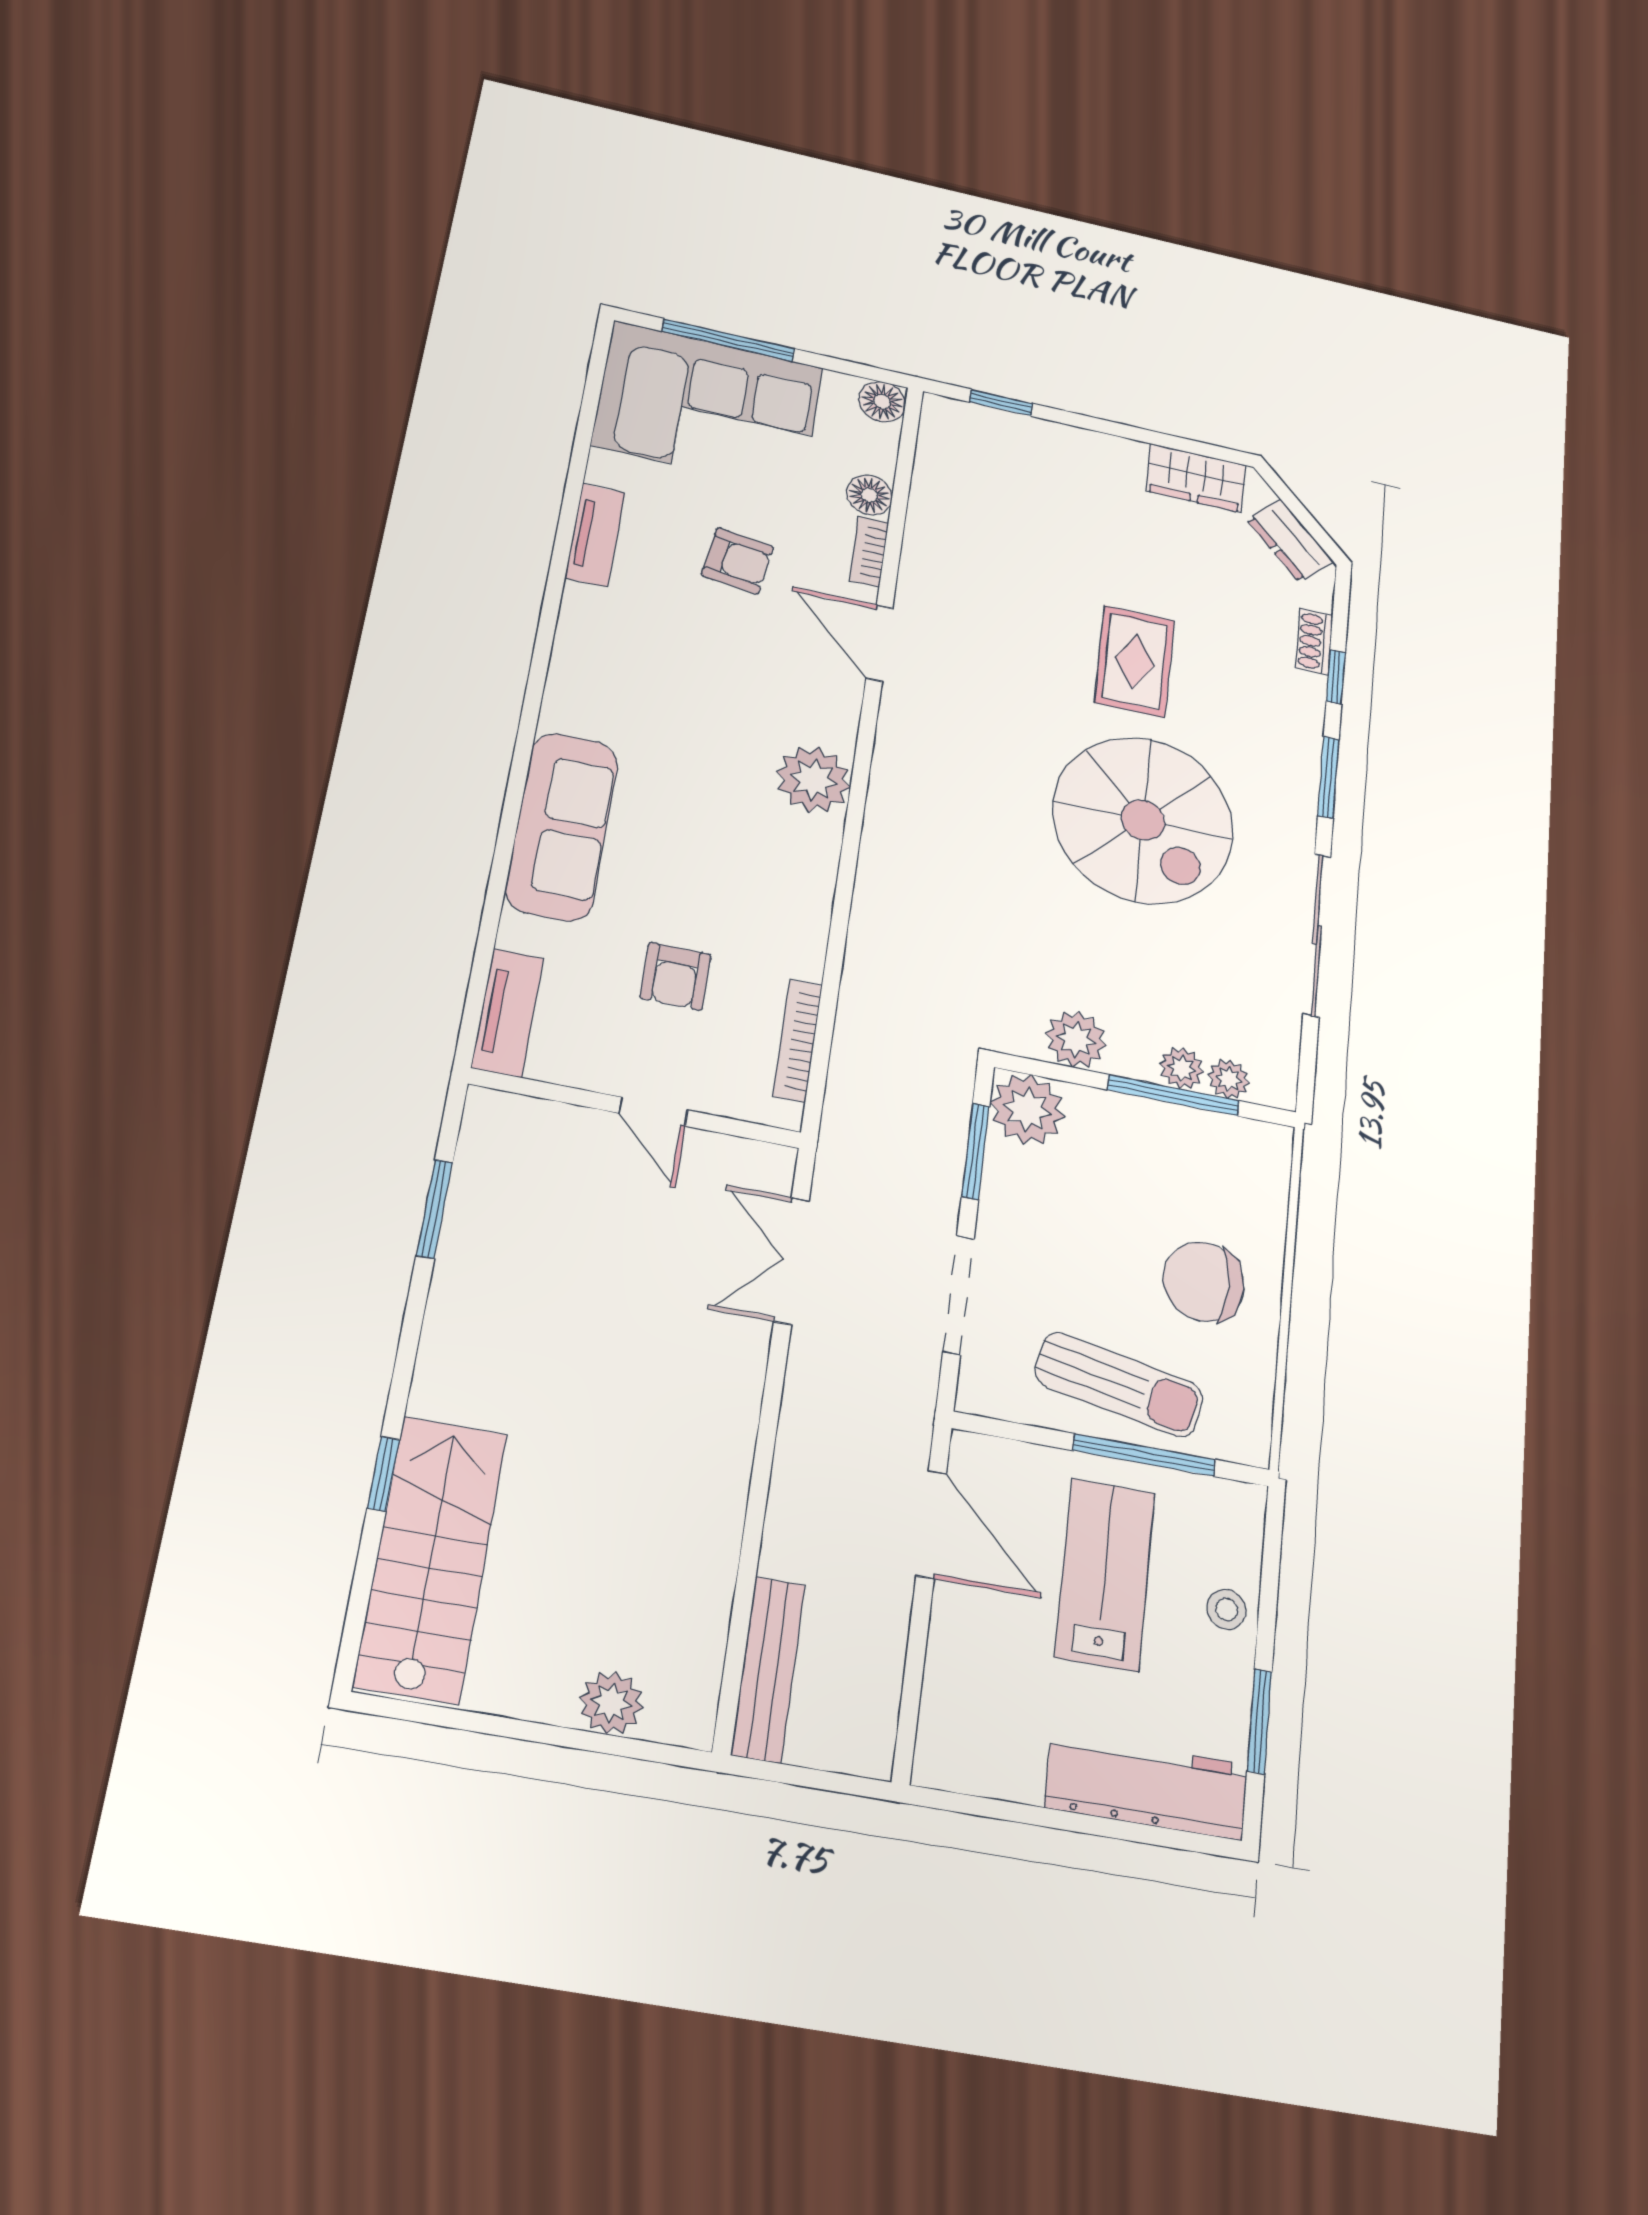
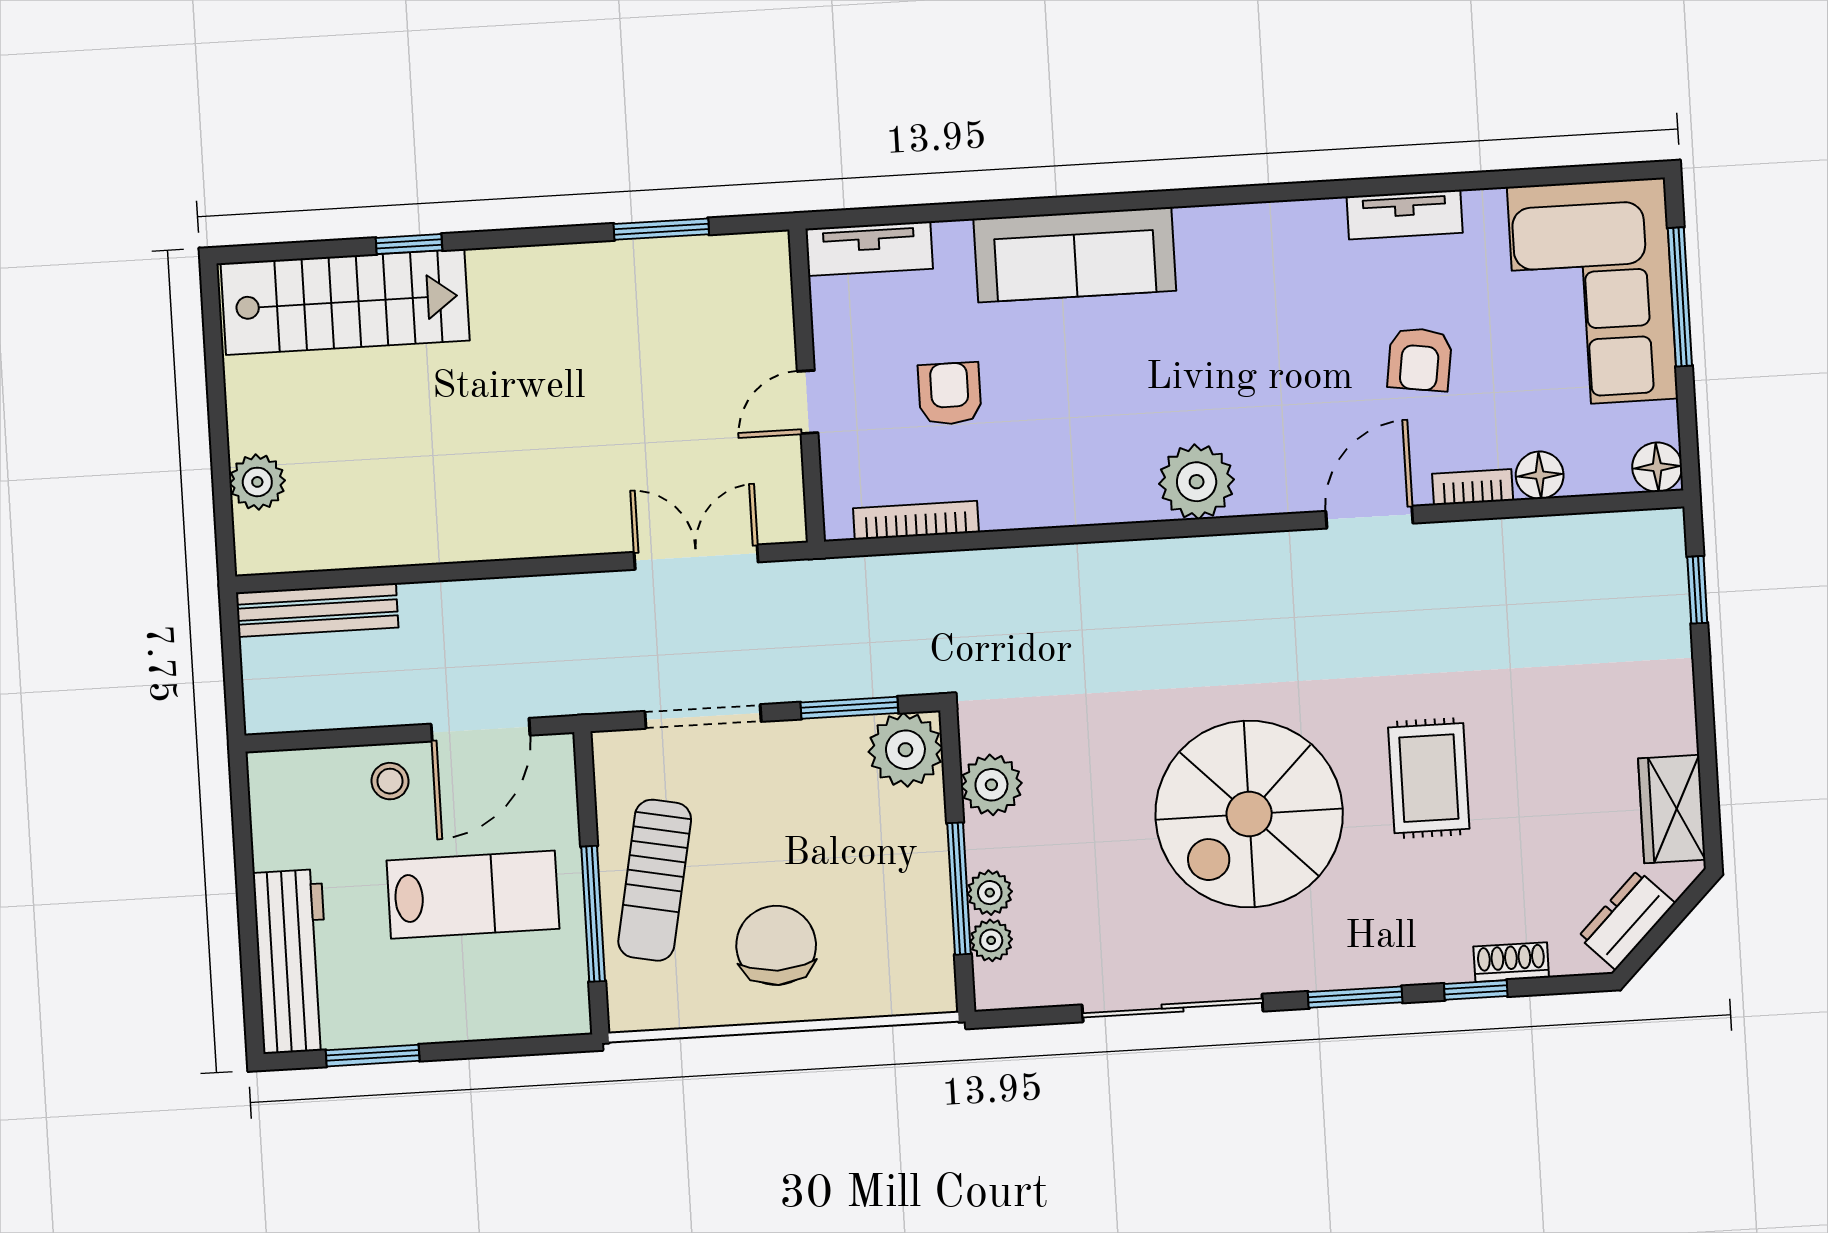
rug: (1135, 661) -> (1429, 778), turned 90
armchair: (676, 976) -> (950, 394), turned 90
stool: (1227, 1609) -> (390, 781), moved

